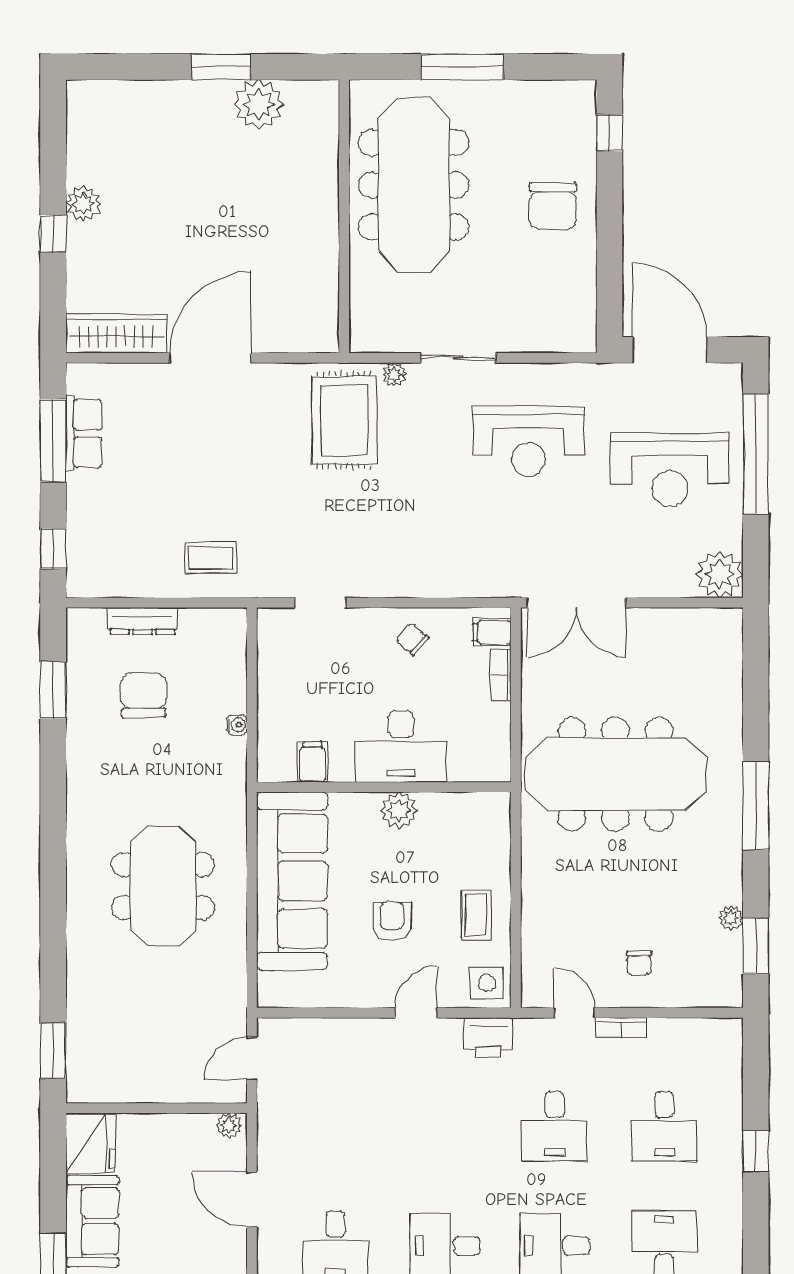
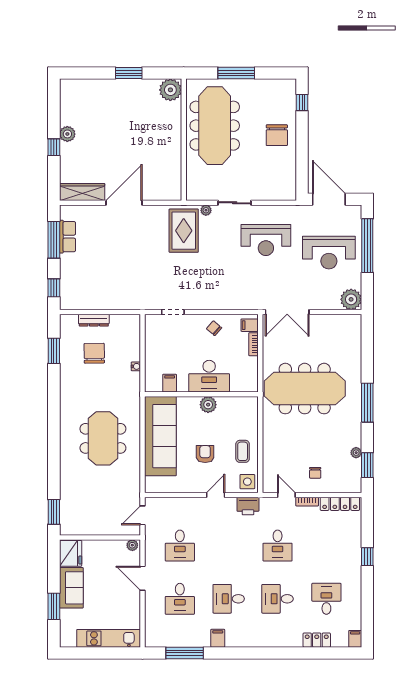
plant: (259, 105) -> (170, 90), moved
coffee table: (211, 558) -> (124, 292), removed
locker: (694, 1033) -> (340, 504), added
desk: (664, 1126) -> (180, 546), moved

